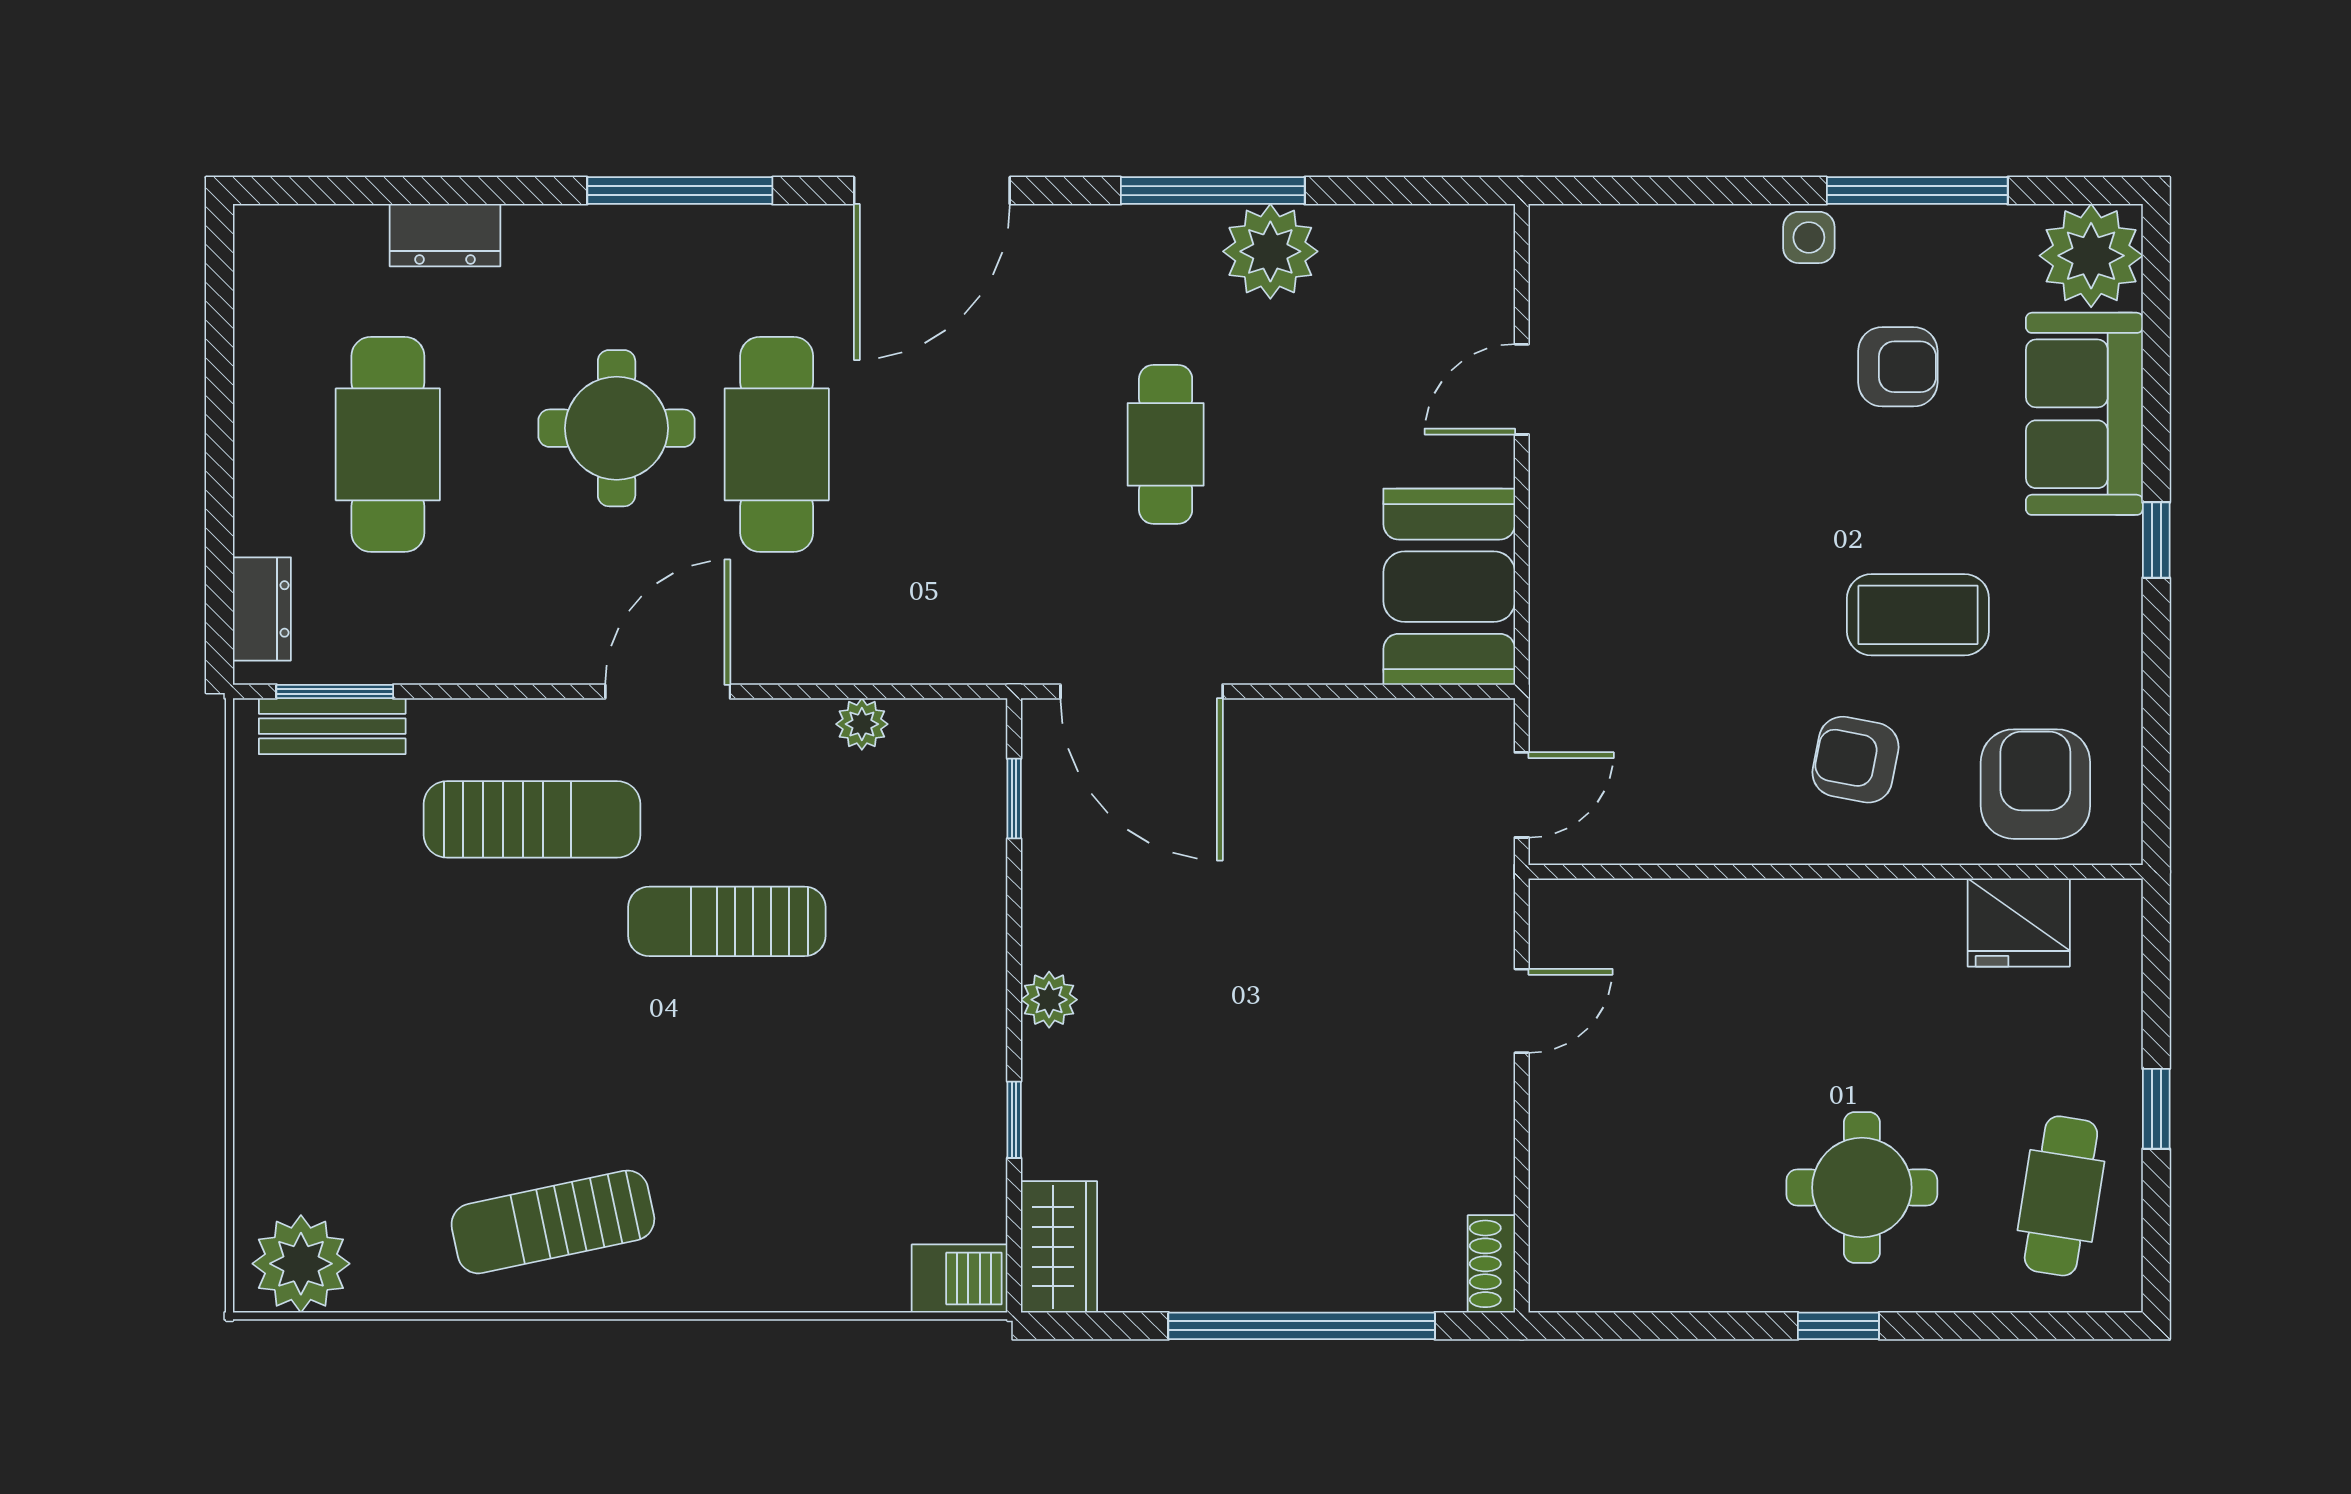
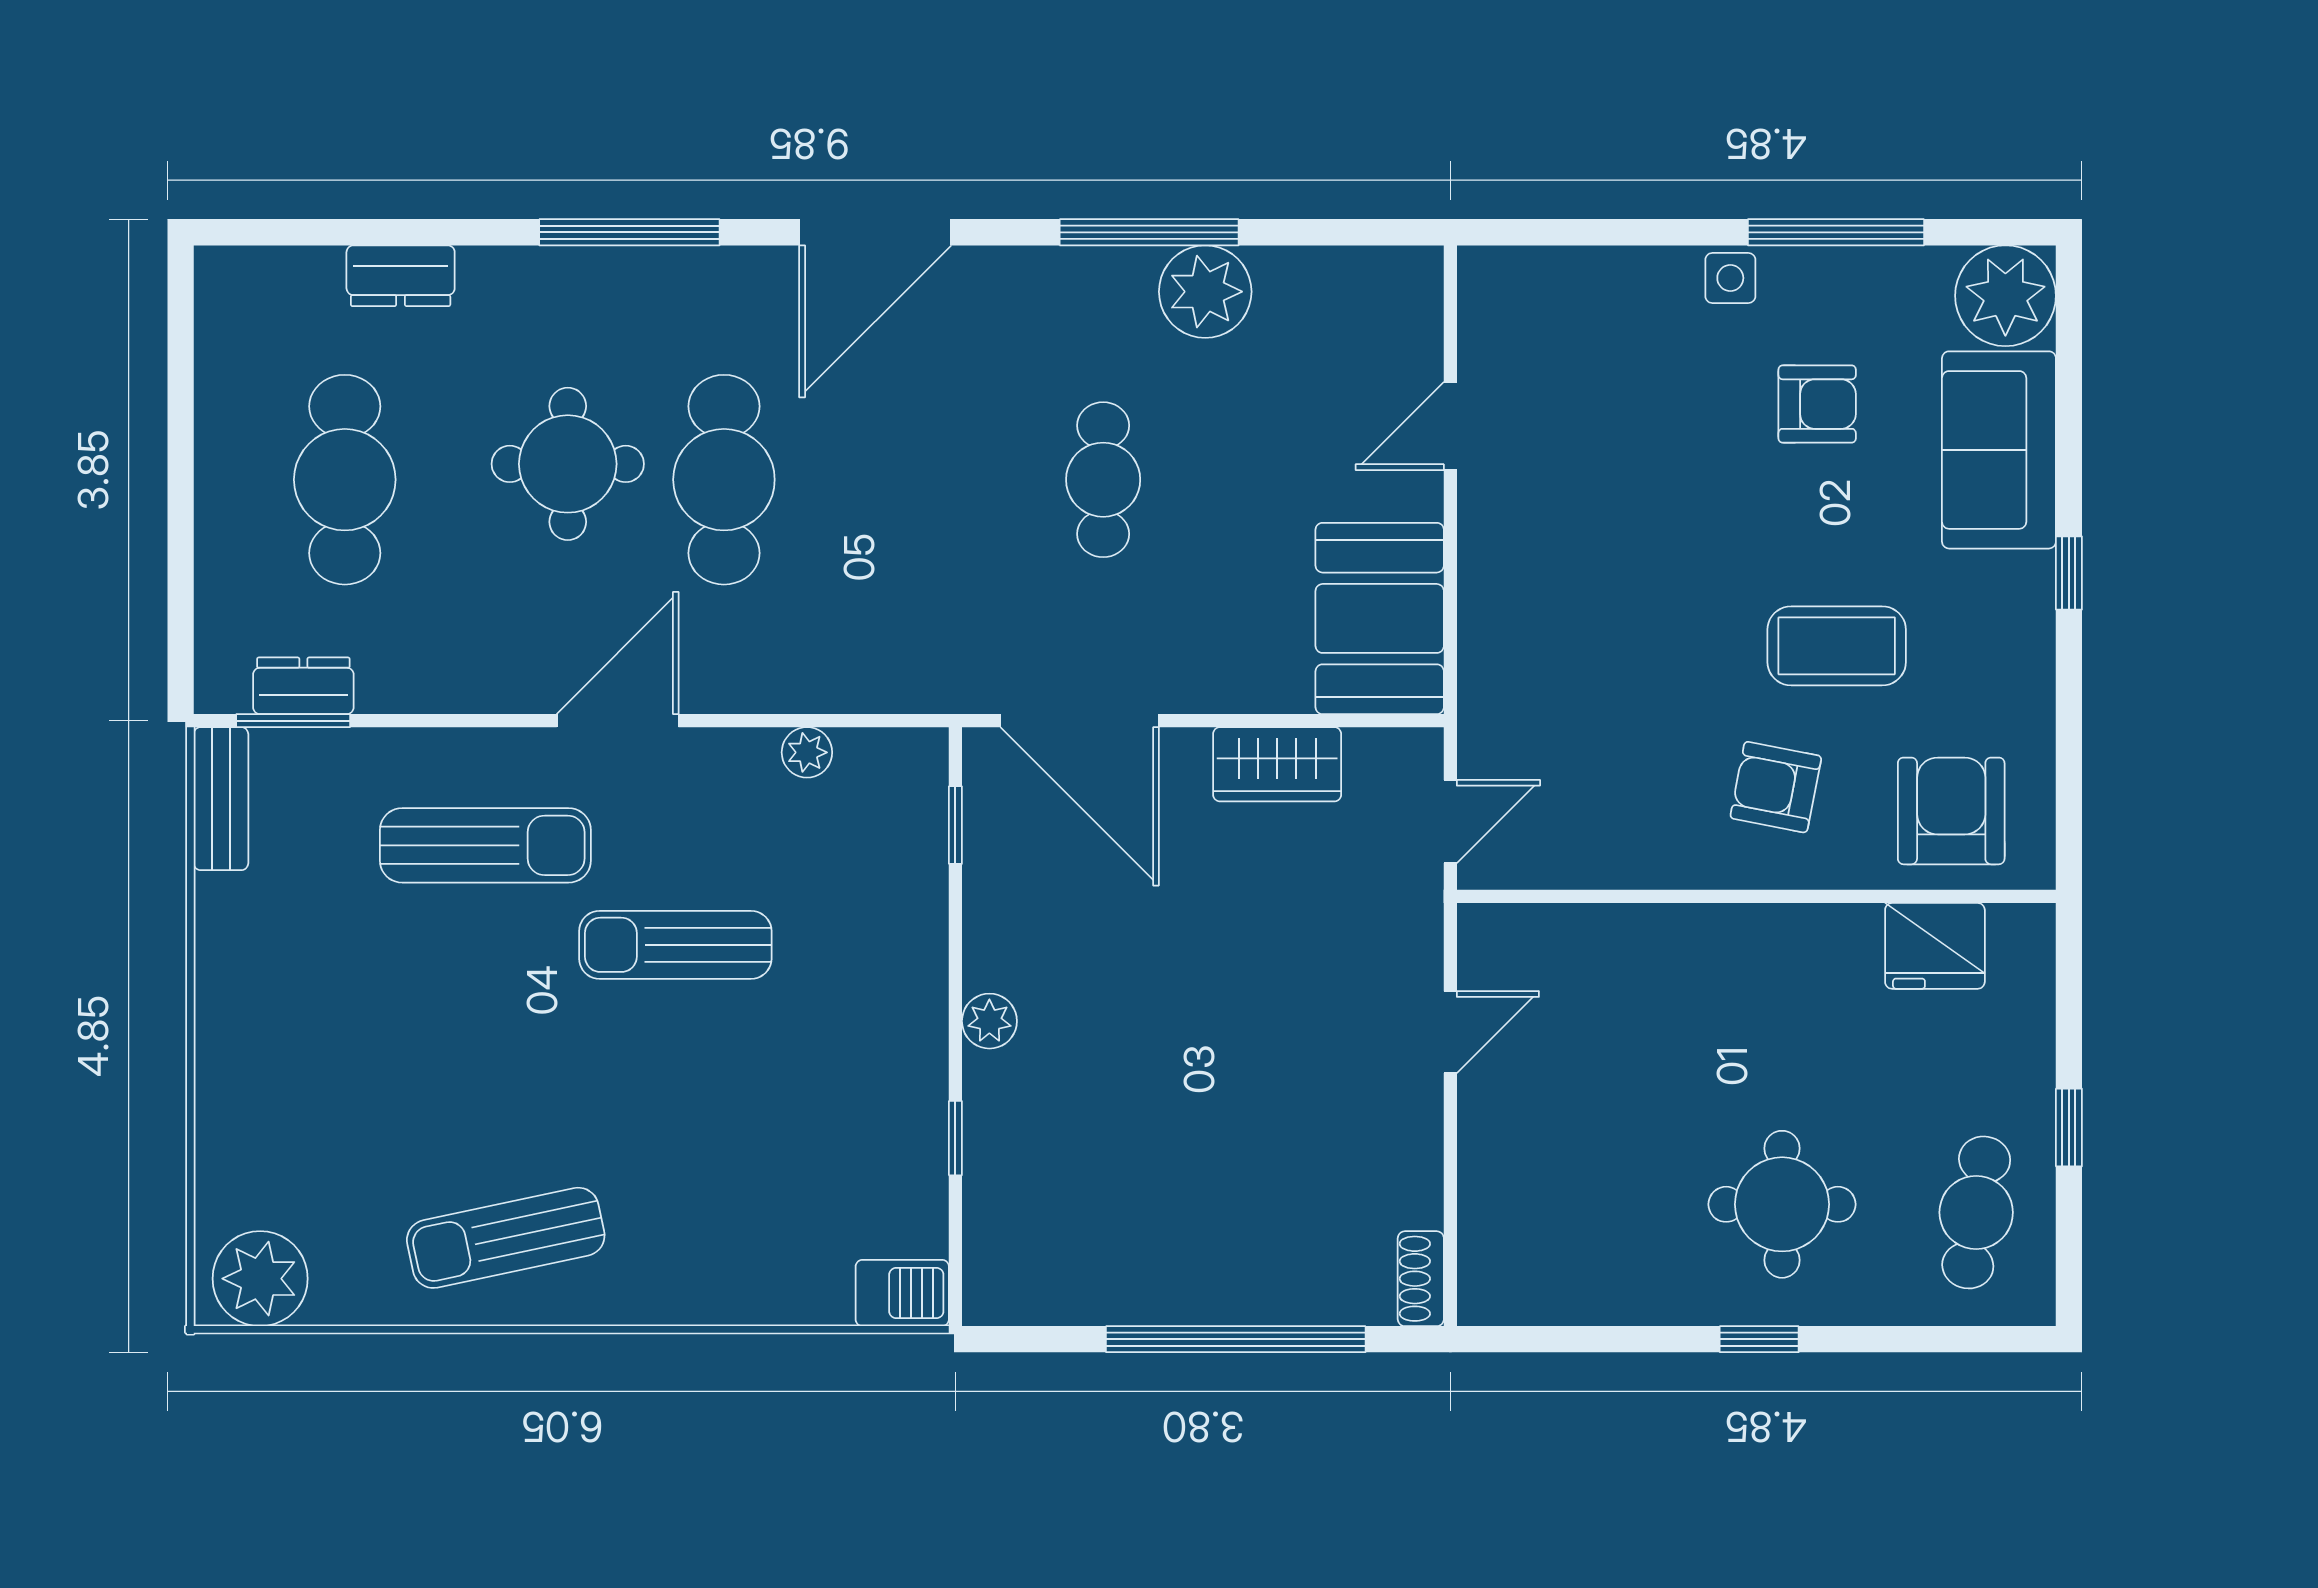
dresser: (262, 609) -> (303, 686), moved, turned -90
bench: (332, 726) -> (221, 799), moved, turned 90
wardrobe: (1059, 1247) -> (1277, 764), moved, turned 90

